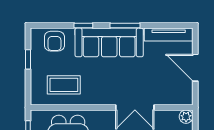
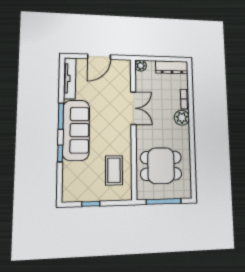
armchair: (54, 41) -> (74, 180), removed

